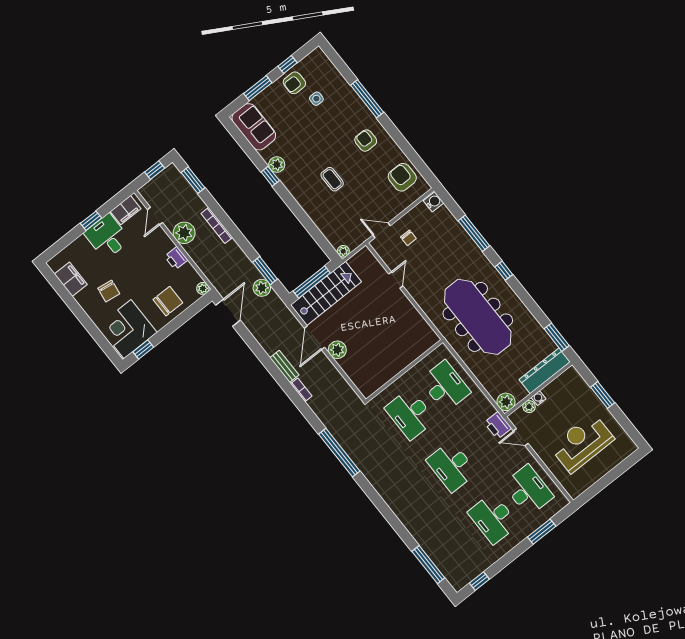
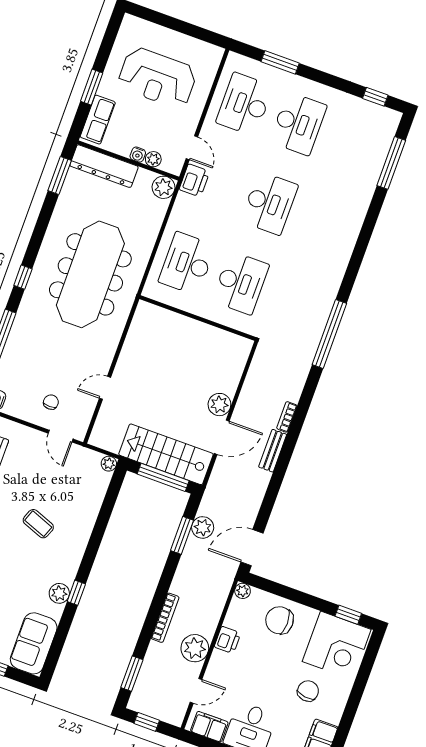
coffee table: (332, 179) -> (38, 524), turned -69
row of seats: (578, 386) -> (98, 120), added

